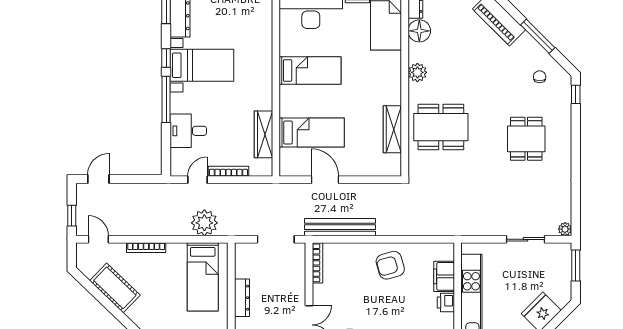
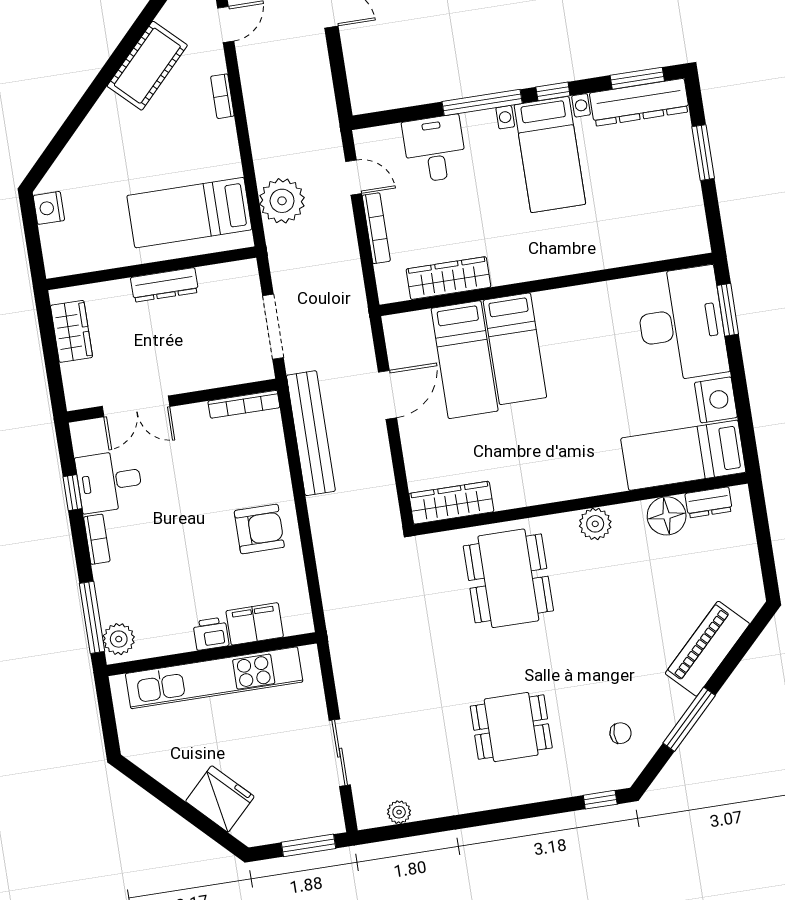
bed: (310, 70) -> (515, 349), moved
wardrobe: (392, 129) -> (451, 503), moved
plant: (565, 229) -> (399, 812), moved
bookcase: (146, 248) -> (222, 96), width x0.64
armchair: (390, 265) -> (259, 529), turned 106

